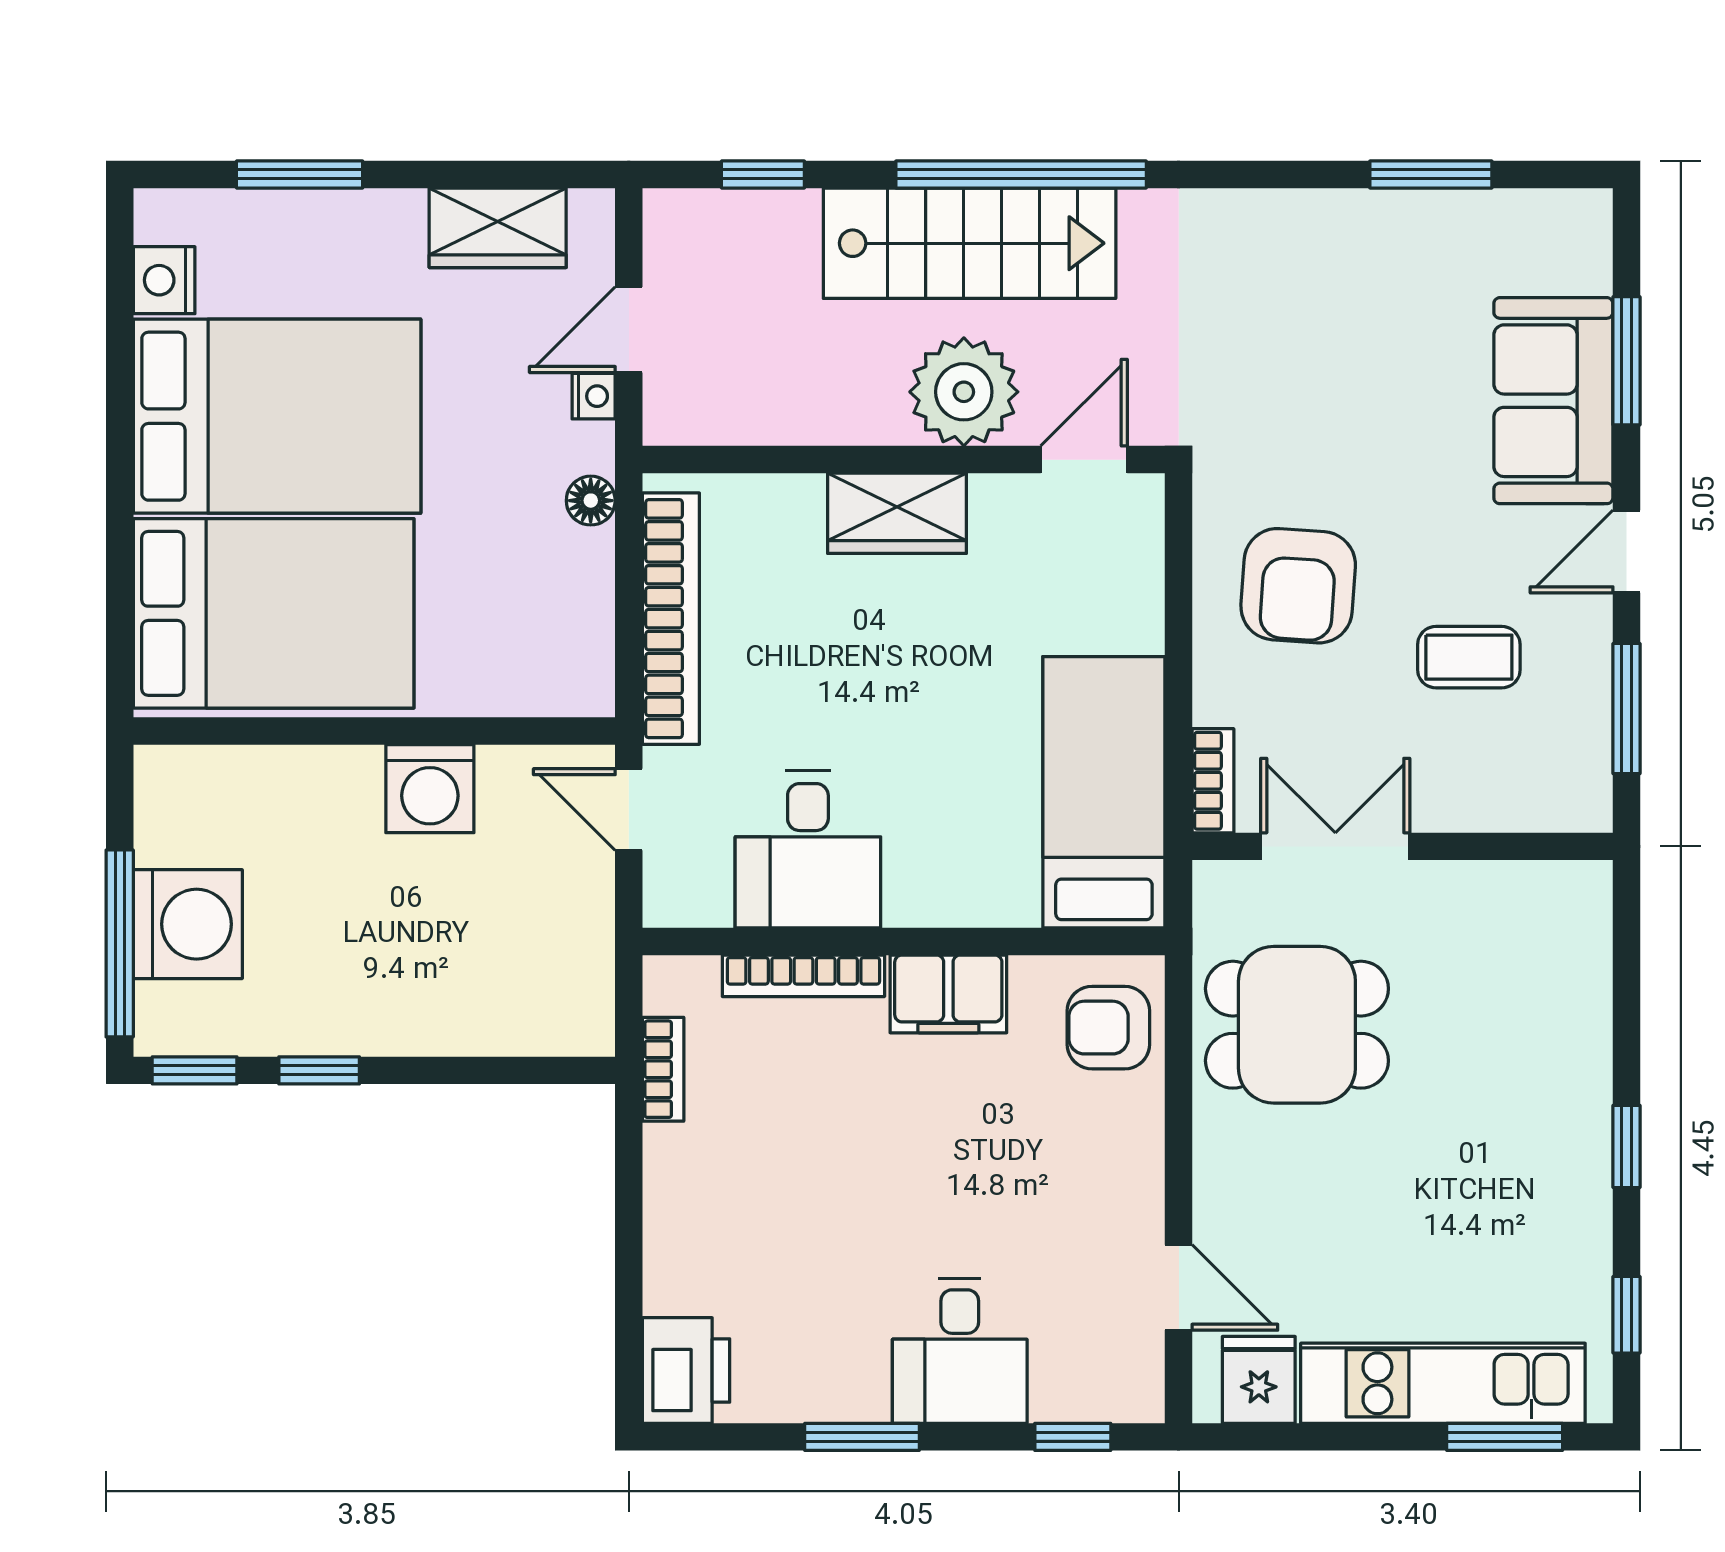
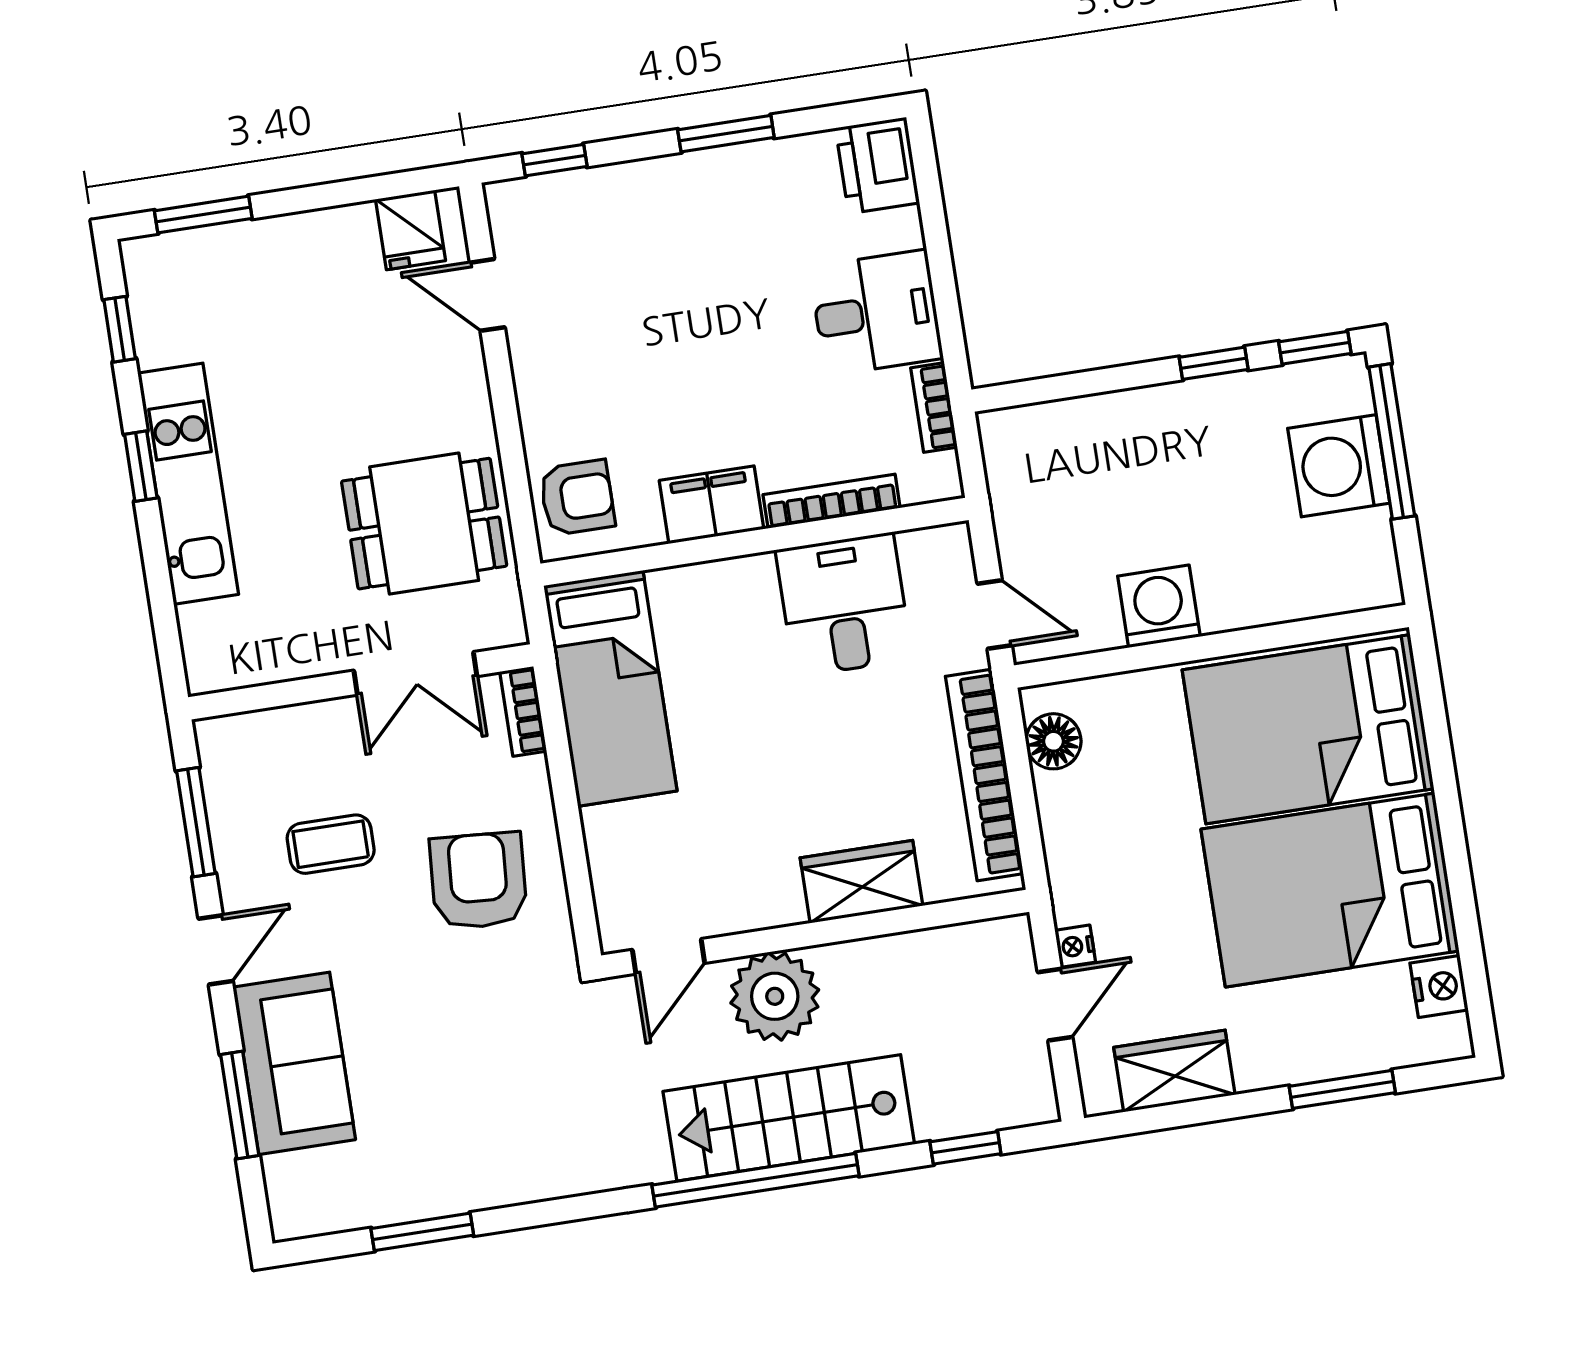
floor lamp: (591, 501) -> (1053, 741), moved, width x1.37, depth x1.37
wardrobe: (897, 513) -> (861, 882), moved
desk: (960, 1351) -> (876, 313), moved, turned 90
kitchen unit: (1443, 1383) -> (188, 484), moved, turned -90

